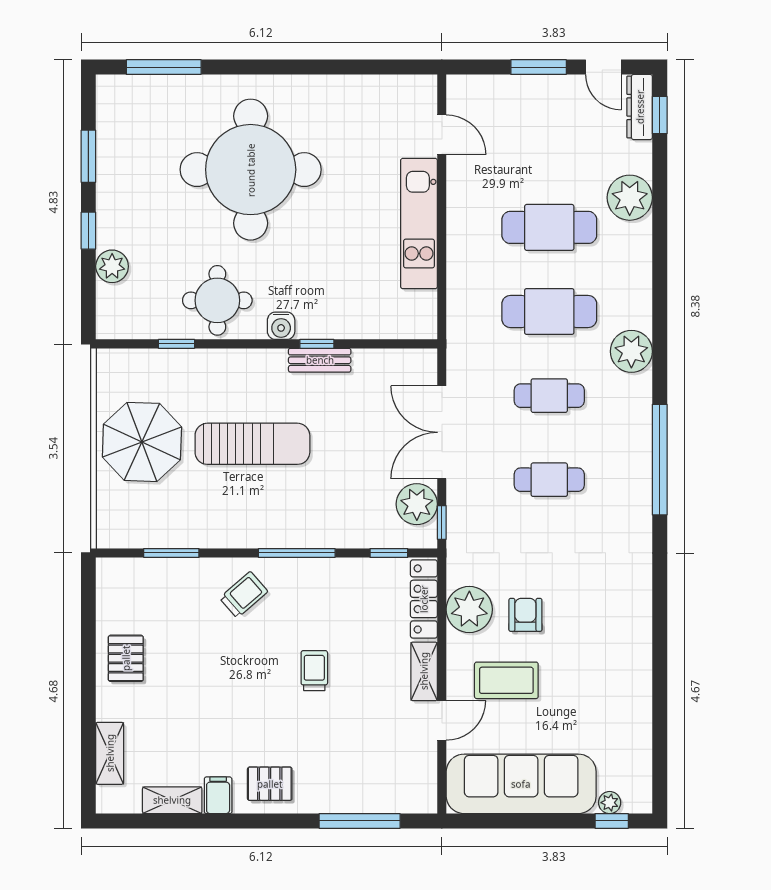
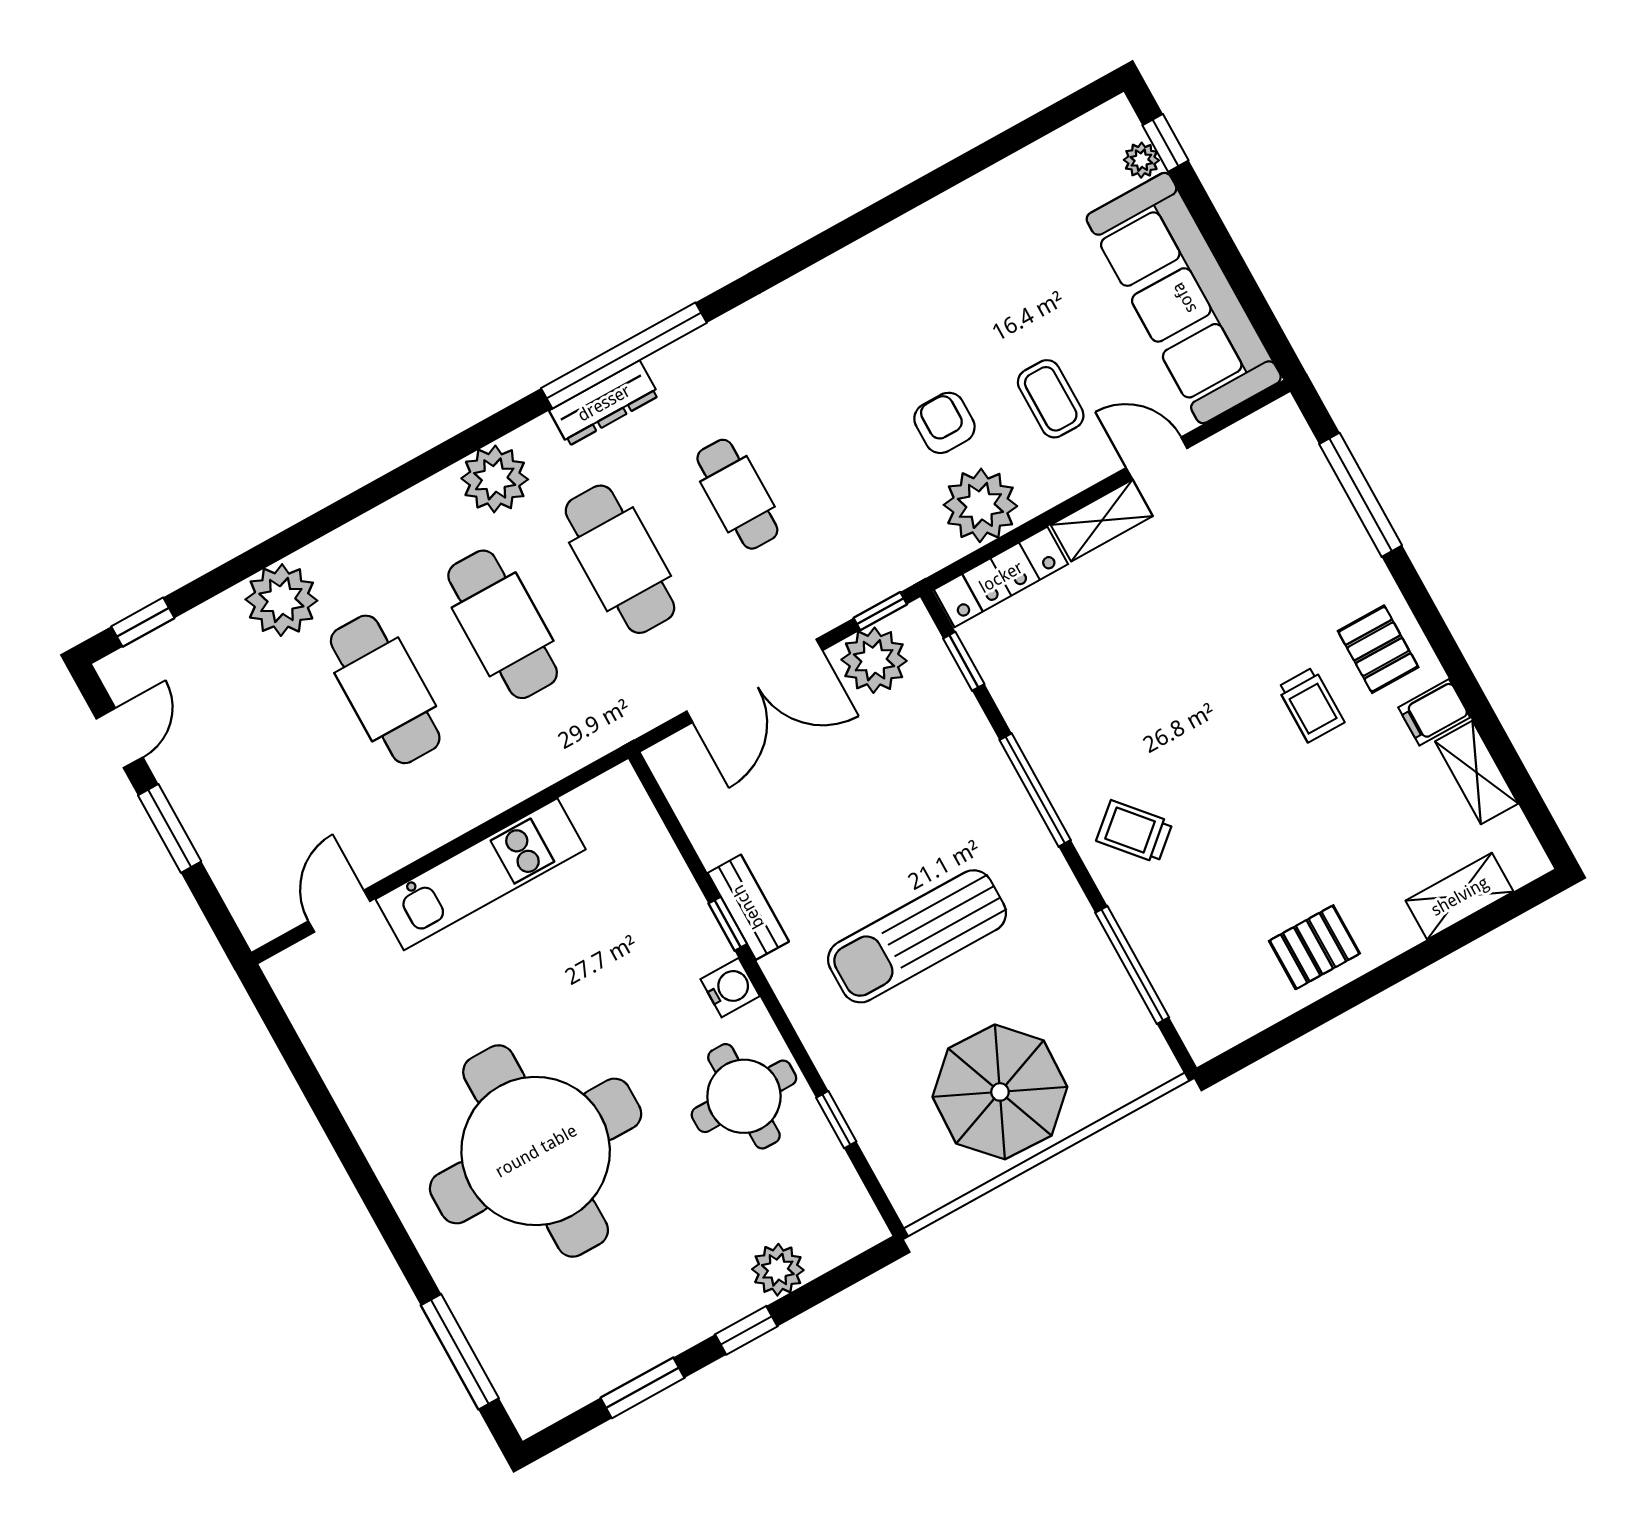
dresser: (640, 107) -> (604, 403), moved
cafe table: (549, 396) -> (620, 559), width x1.37, depth x1.35
sun lounger: (252, 444) -> (917, 936), turned -90
window: (171, 553) -> (1132, 965), width x1.44
armchair: (525, 615) -> (944, 423), turned 90
trolley: (314, 671) -> (1311, 705), moved, turned -90
coffee table: (506, 680) -> (1051, 399), width x0.73, depth x0.77

